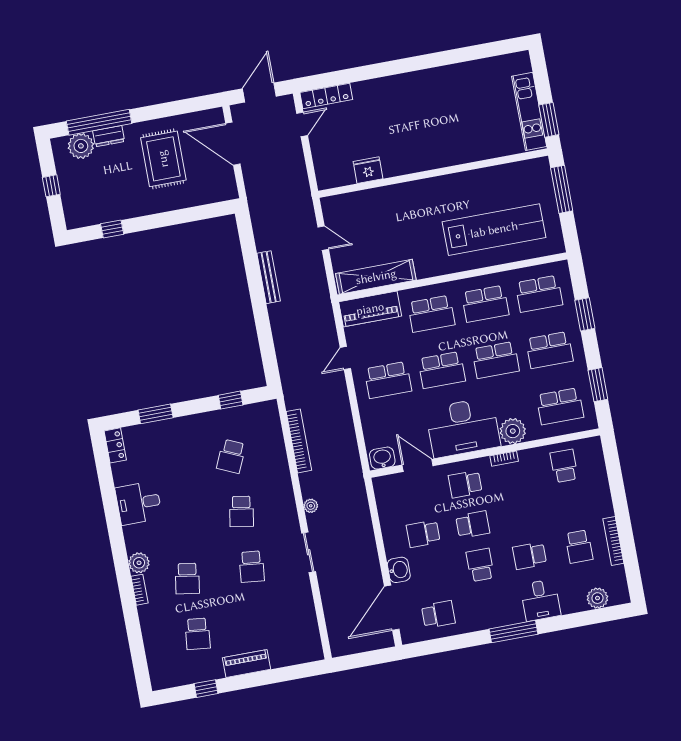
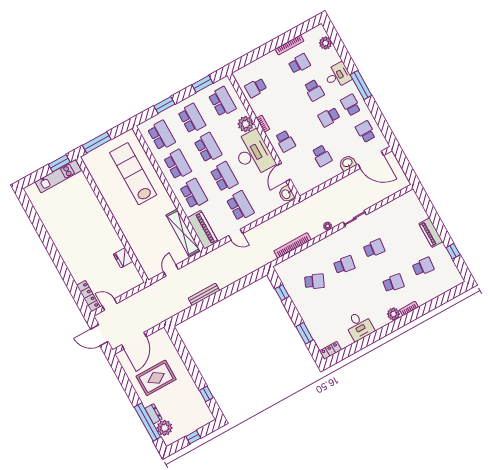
school desk: (473, 525) -> (351, 105), moved

